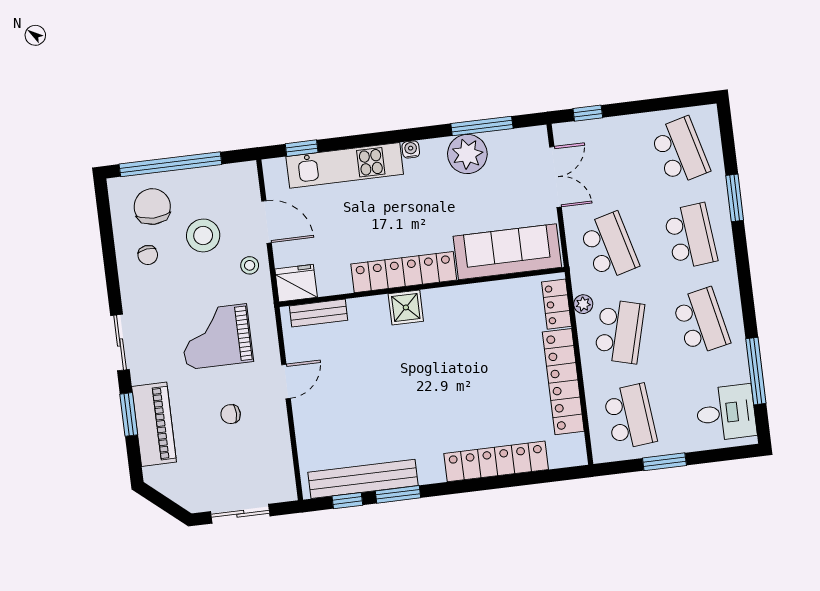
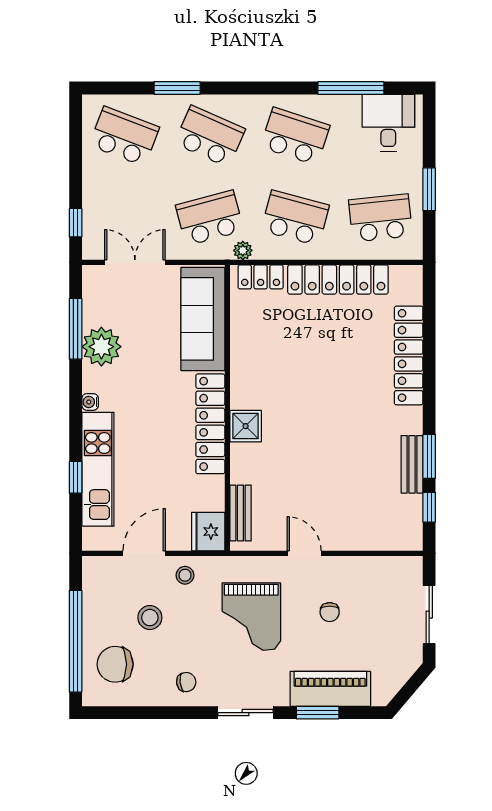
window: (302, 148) -> (76, 477), moved
school desk: (680, 151) -> (124, 136), turned 36
stool: (203, 235) -> (150, 618), width x0.73, depth x0.73
school desk: (690, 236) -> (210, 136), turned 30
chair: (148, 255) -> (186, 682), moved
plant: (583, 304) -> (243, 250), moved
school desk: (701, 321) -> (295, 136), turned 30
bench: (363, 479) -> (412, 464), width x0.54, depth x0.82

